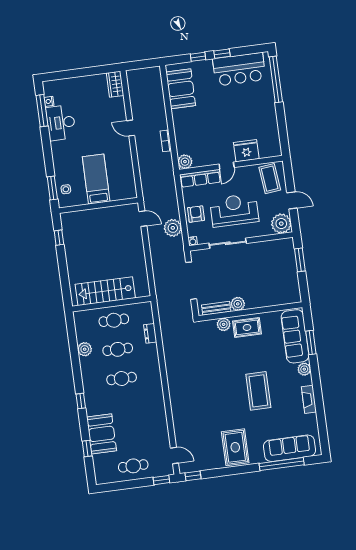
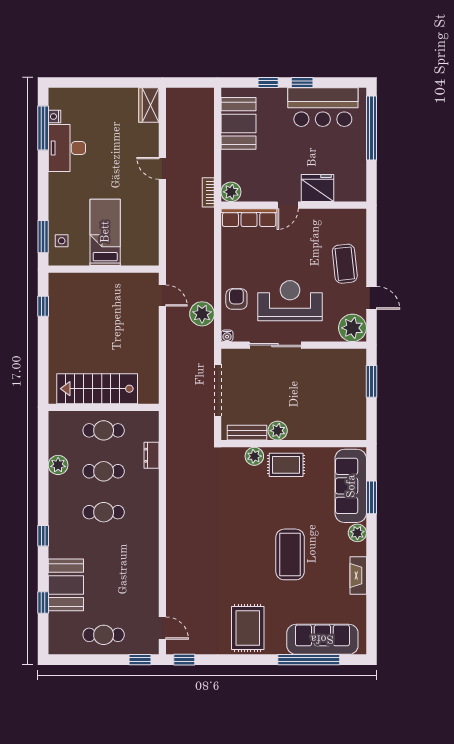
fridge: (246, 151) -> (318, 188), moved
plant: (185, 162) -> (231, 192), moved
wall: (231, 165) -> (294, 205), moved
door: (227, 166) -> (288, 205), moved
row of seats: (200, 178) -> (249, 218), moved

